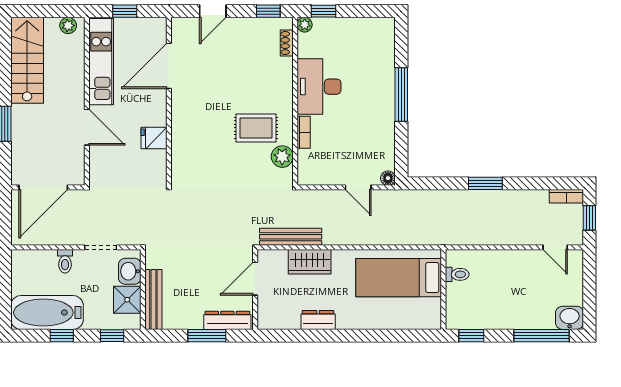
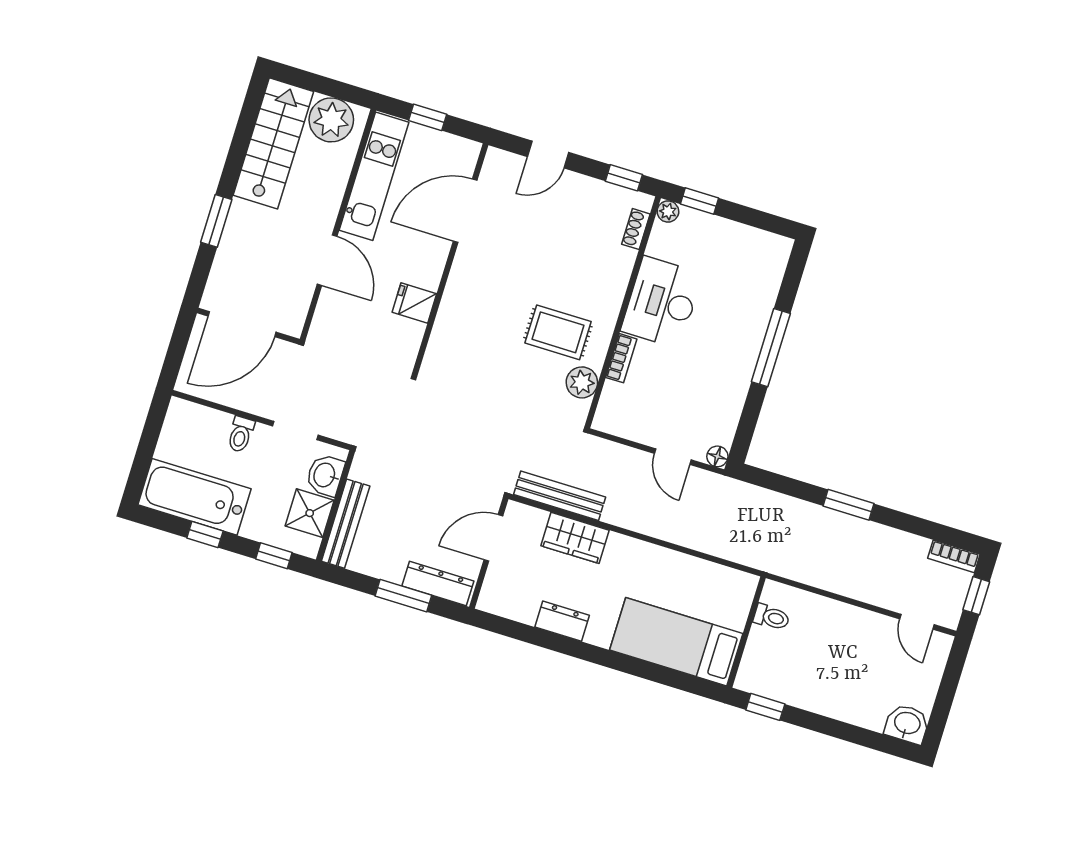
plant: (68, 25) -> (331, 120), width x1.87, depth x1.87
bed: (399, 278) -> (676, 642), moved
window: (541, 336) -> (861, 736), removed

